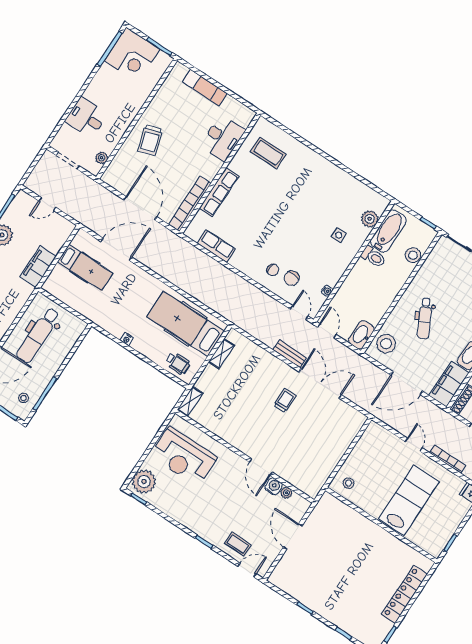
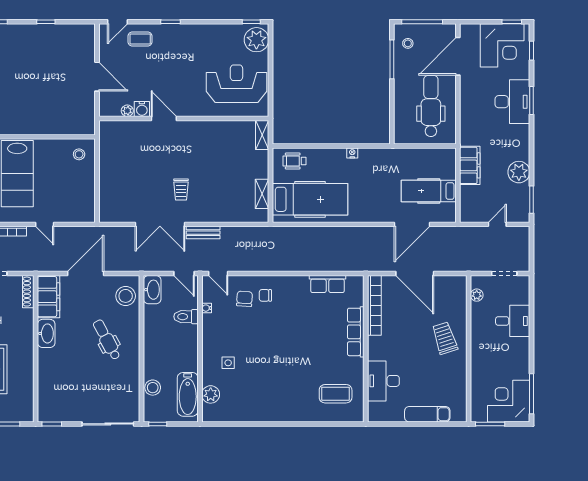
toilet: (373, 257) -> (186, 317), moved

